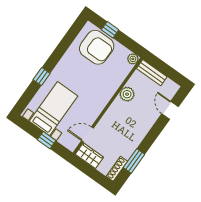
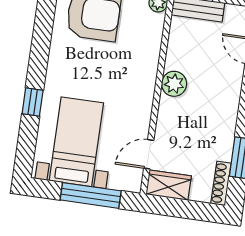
plant: (127, 94) -> (174, 84), moved
window: (47, 140) -> (91, 195), width x2.17

